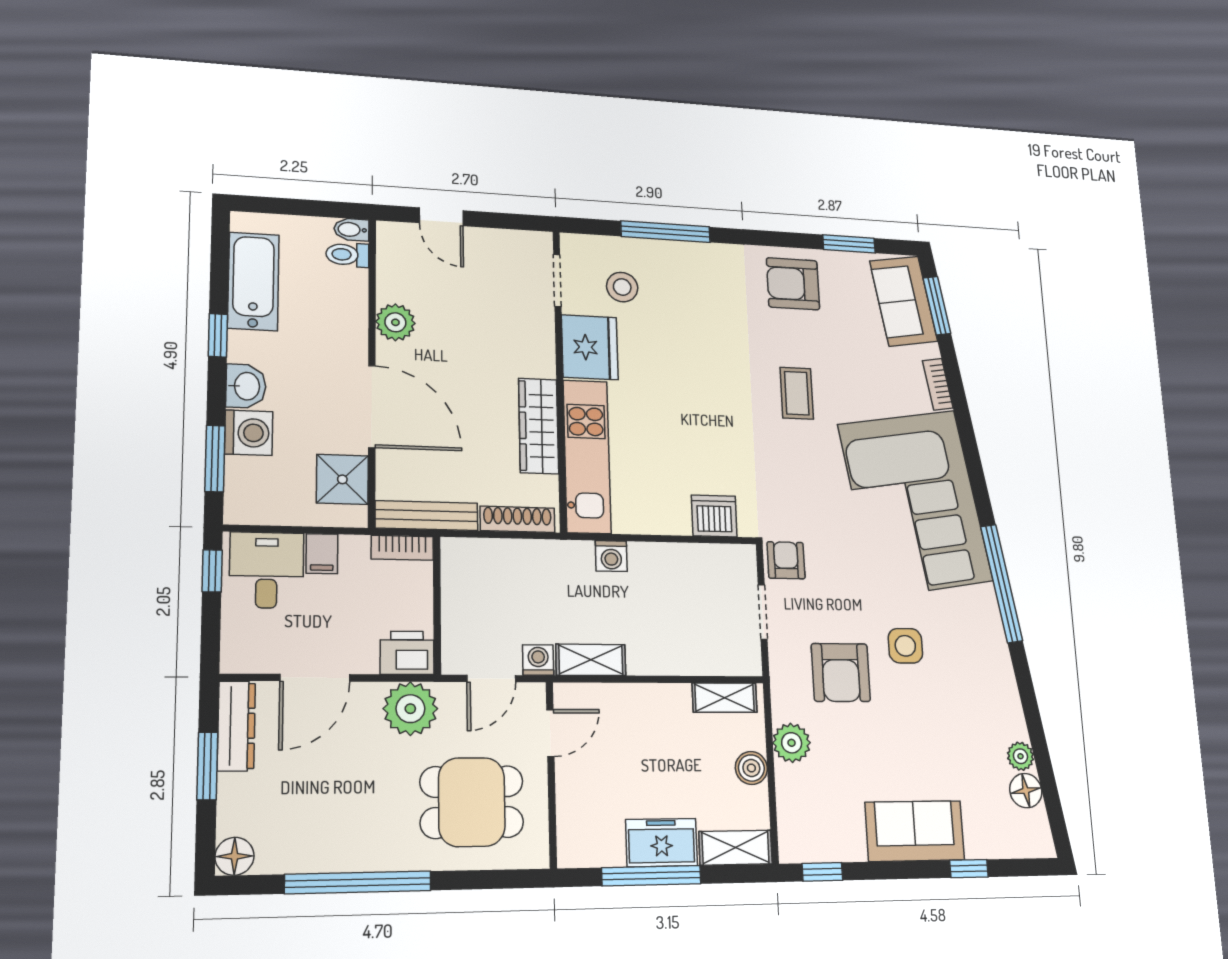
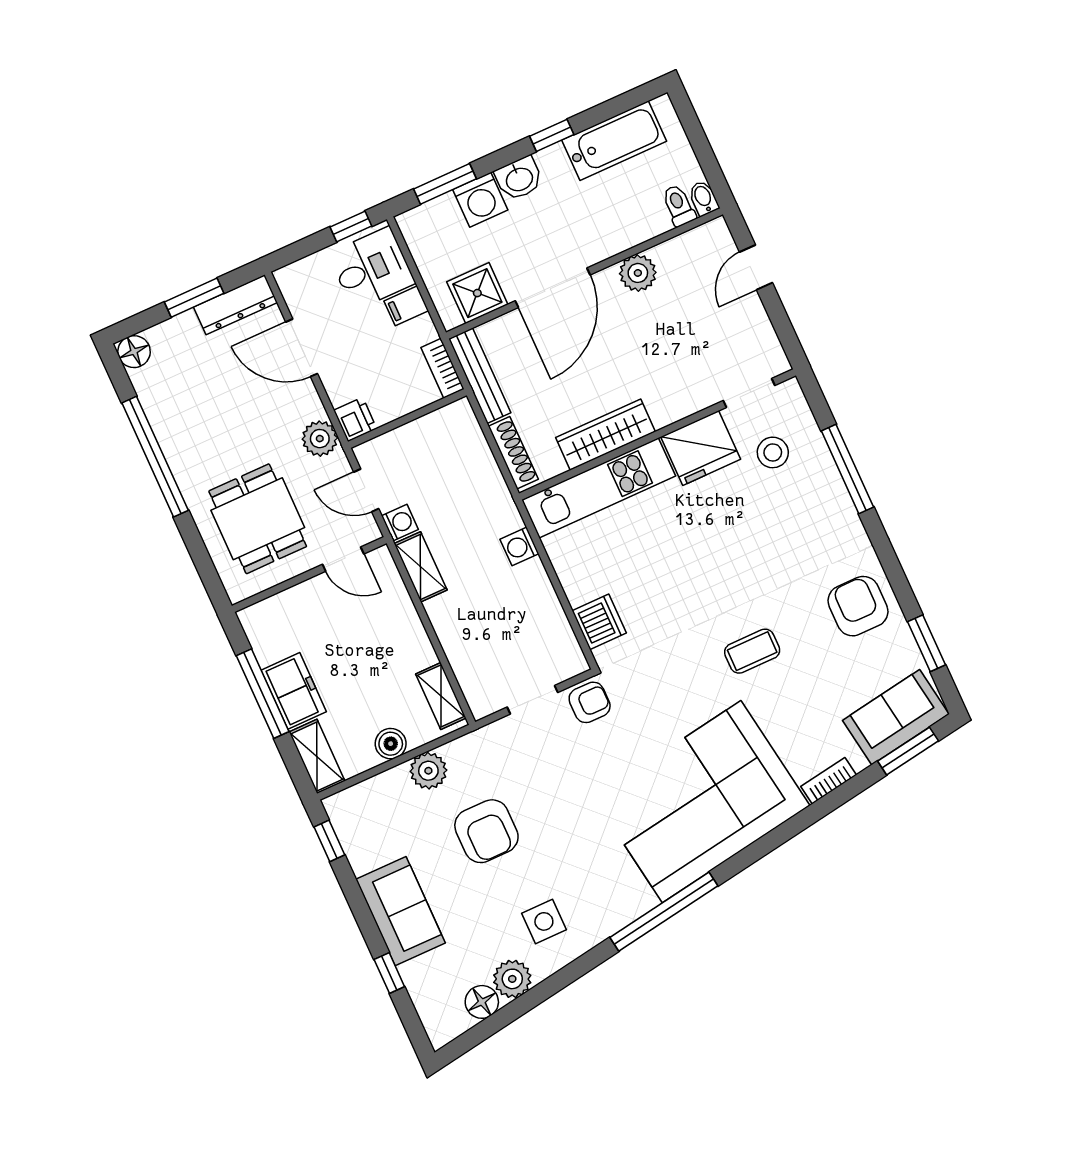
side table: (905, 646) -> (544, 921), moved
printer: (407, 653) -> (355, 419), width x0.73, depth x0.81
armchair: (841, 672) -> (486, 831), moved, turned -90
plant: (410, 709) -> (320, 439), width x0.73, depth x0.73
plant: (1020, 756) -> (512, 979), width x1.38, depth x1.38

